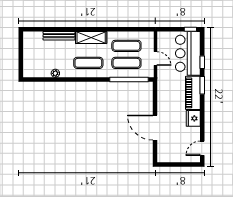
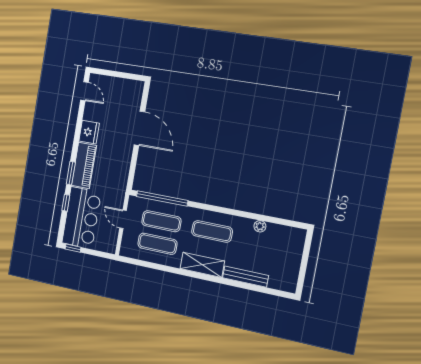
door: (202, 148) -> (84, 91), hinge flipped

